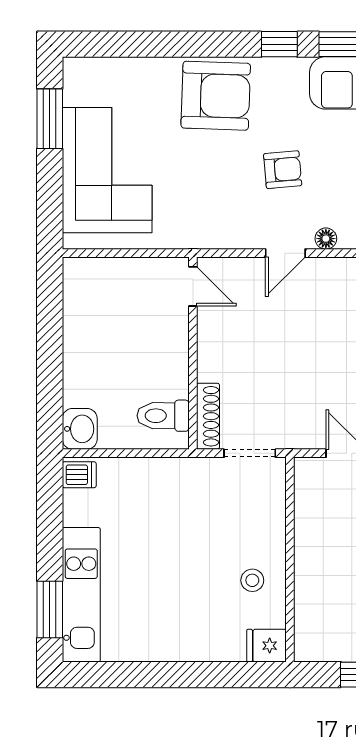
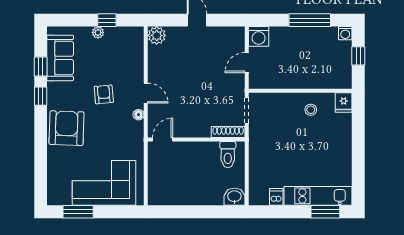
floor lamp: (326, 239) -> (139, 115), moved
dishwasher: (79, 475) -> (276, 197), moved

